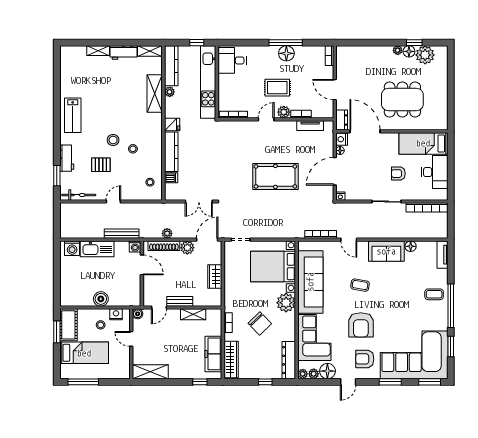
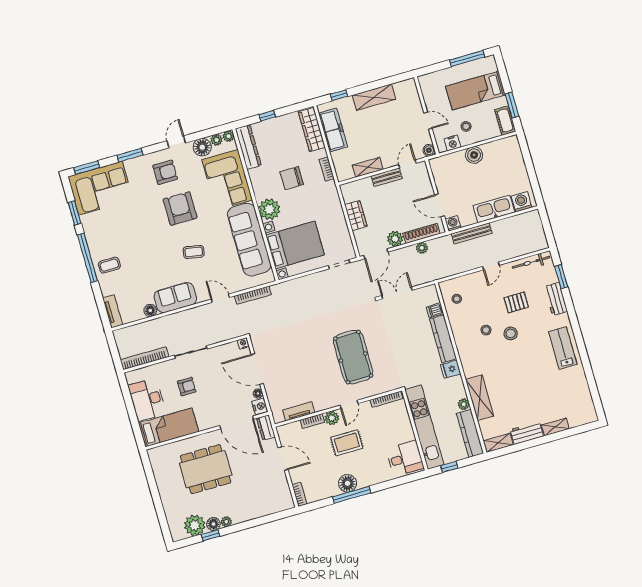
door: (335, 171) -> (257, 369), swing flipped
pool table: (275, 176) -> (353, 357), moved, turned 90
chair: (260, 324) -> (292, 178), turned -46
cot: (68, 325) -> (505, 121), width x0.73, depth x0.75
corner sofa: (414, 355) -> (100, 188), width x0.73, depth x0.74
shelving: (150, 372) -> (374, 97), moved

